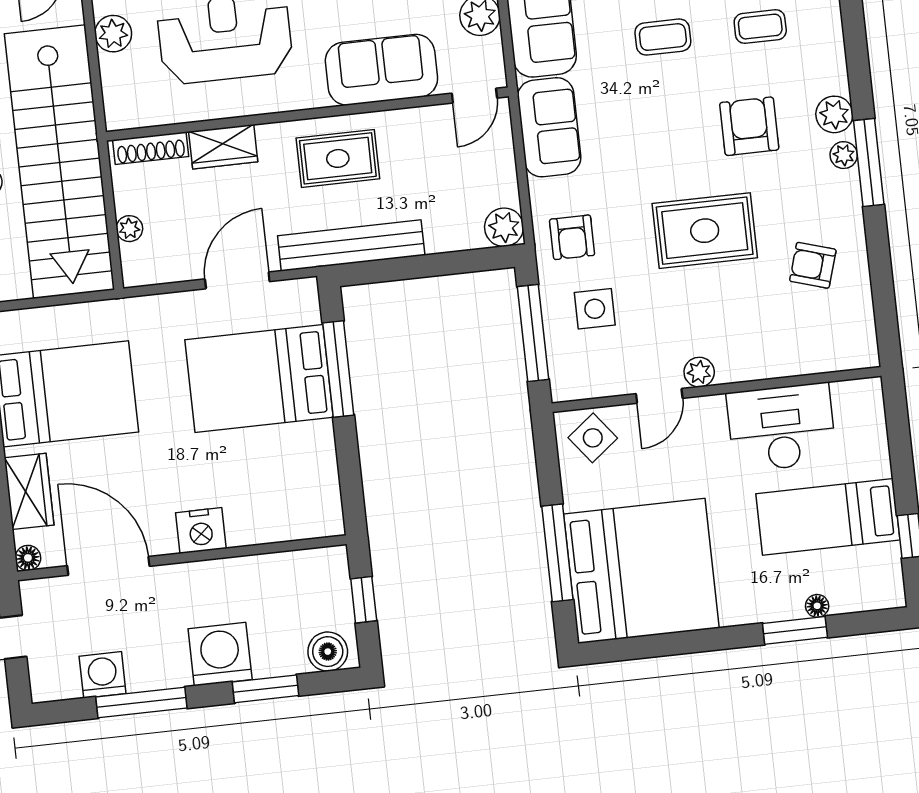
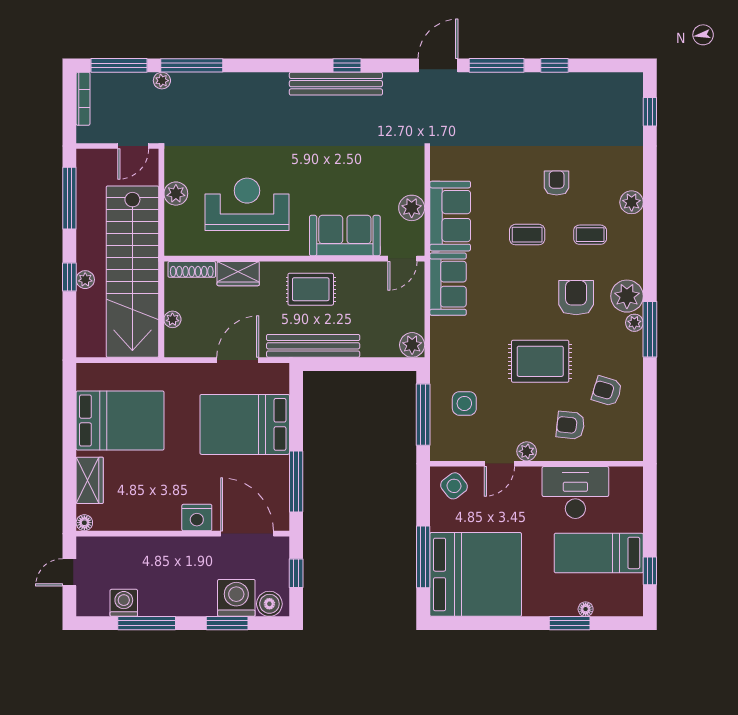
plant: (834, 114) -> (627, 296), width x1.36, depth x1.36
armchair: (572, 237) -> (570, 425), moved, turned 96
window: (338, 369) -> (296, 481), moved
door: (108, 566) -> (247, 534), moved
washing machine: (220, 654) -> (236, 598), moved

